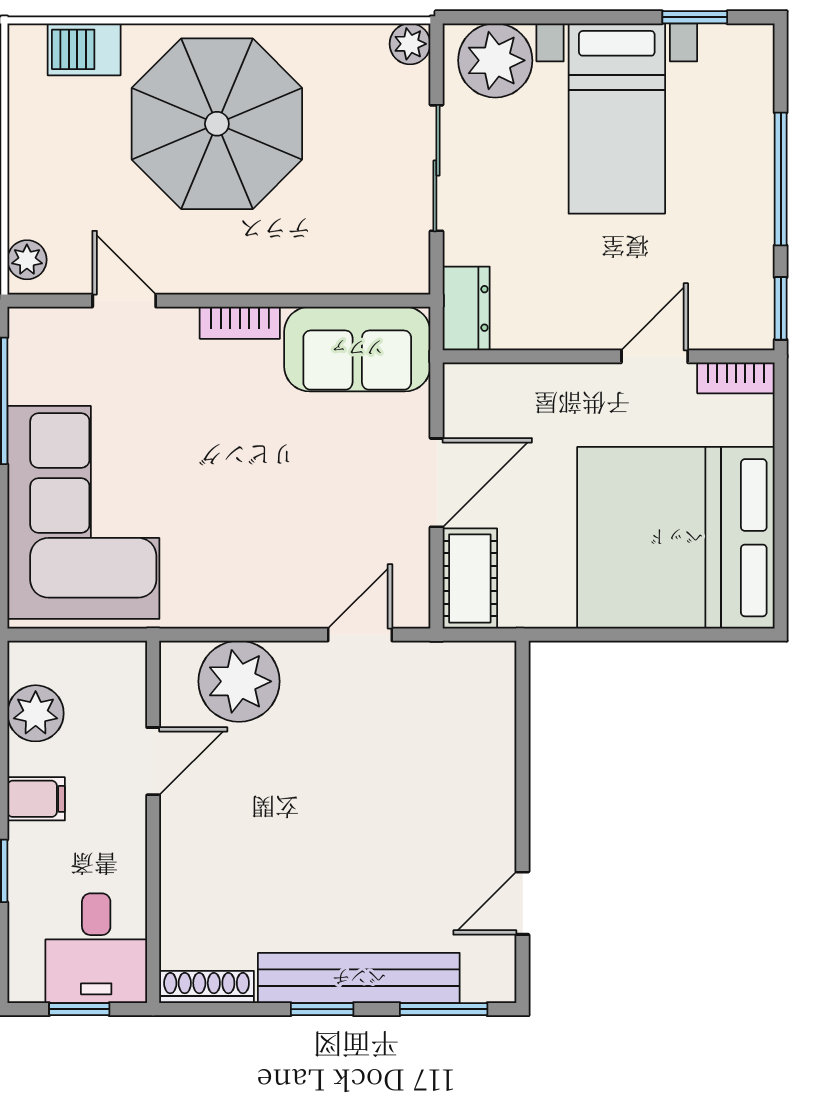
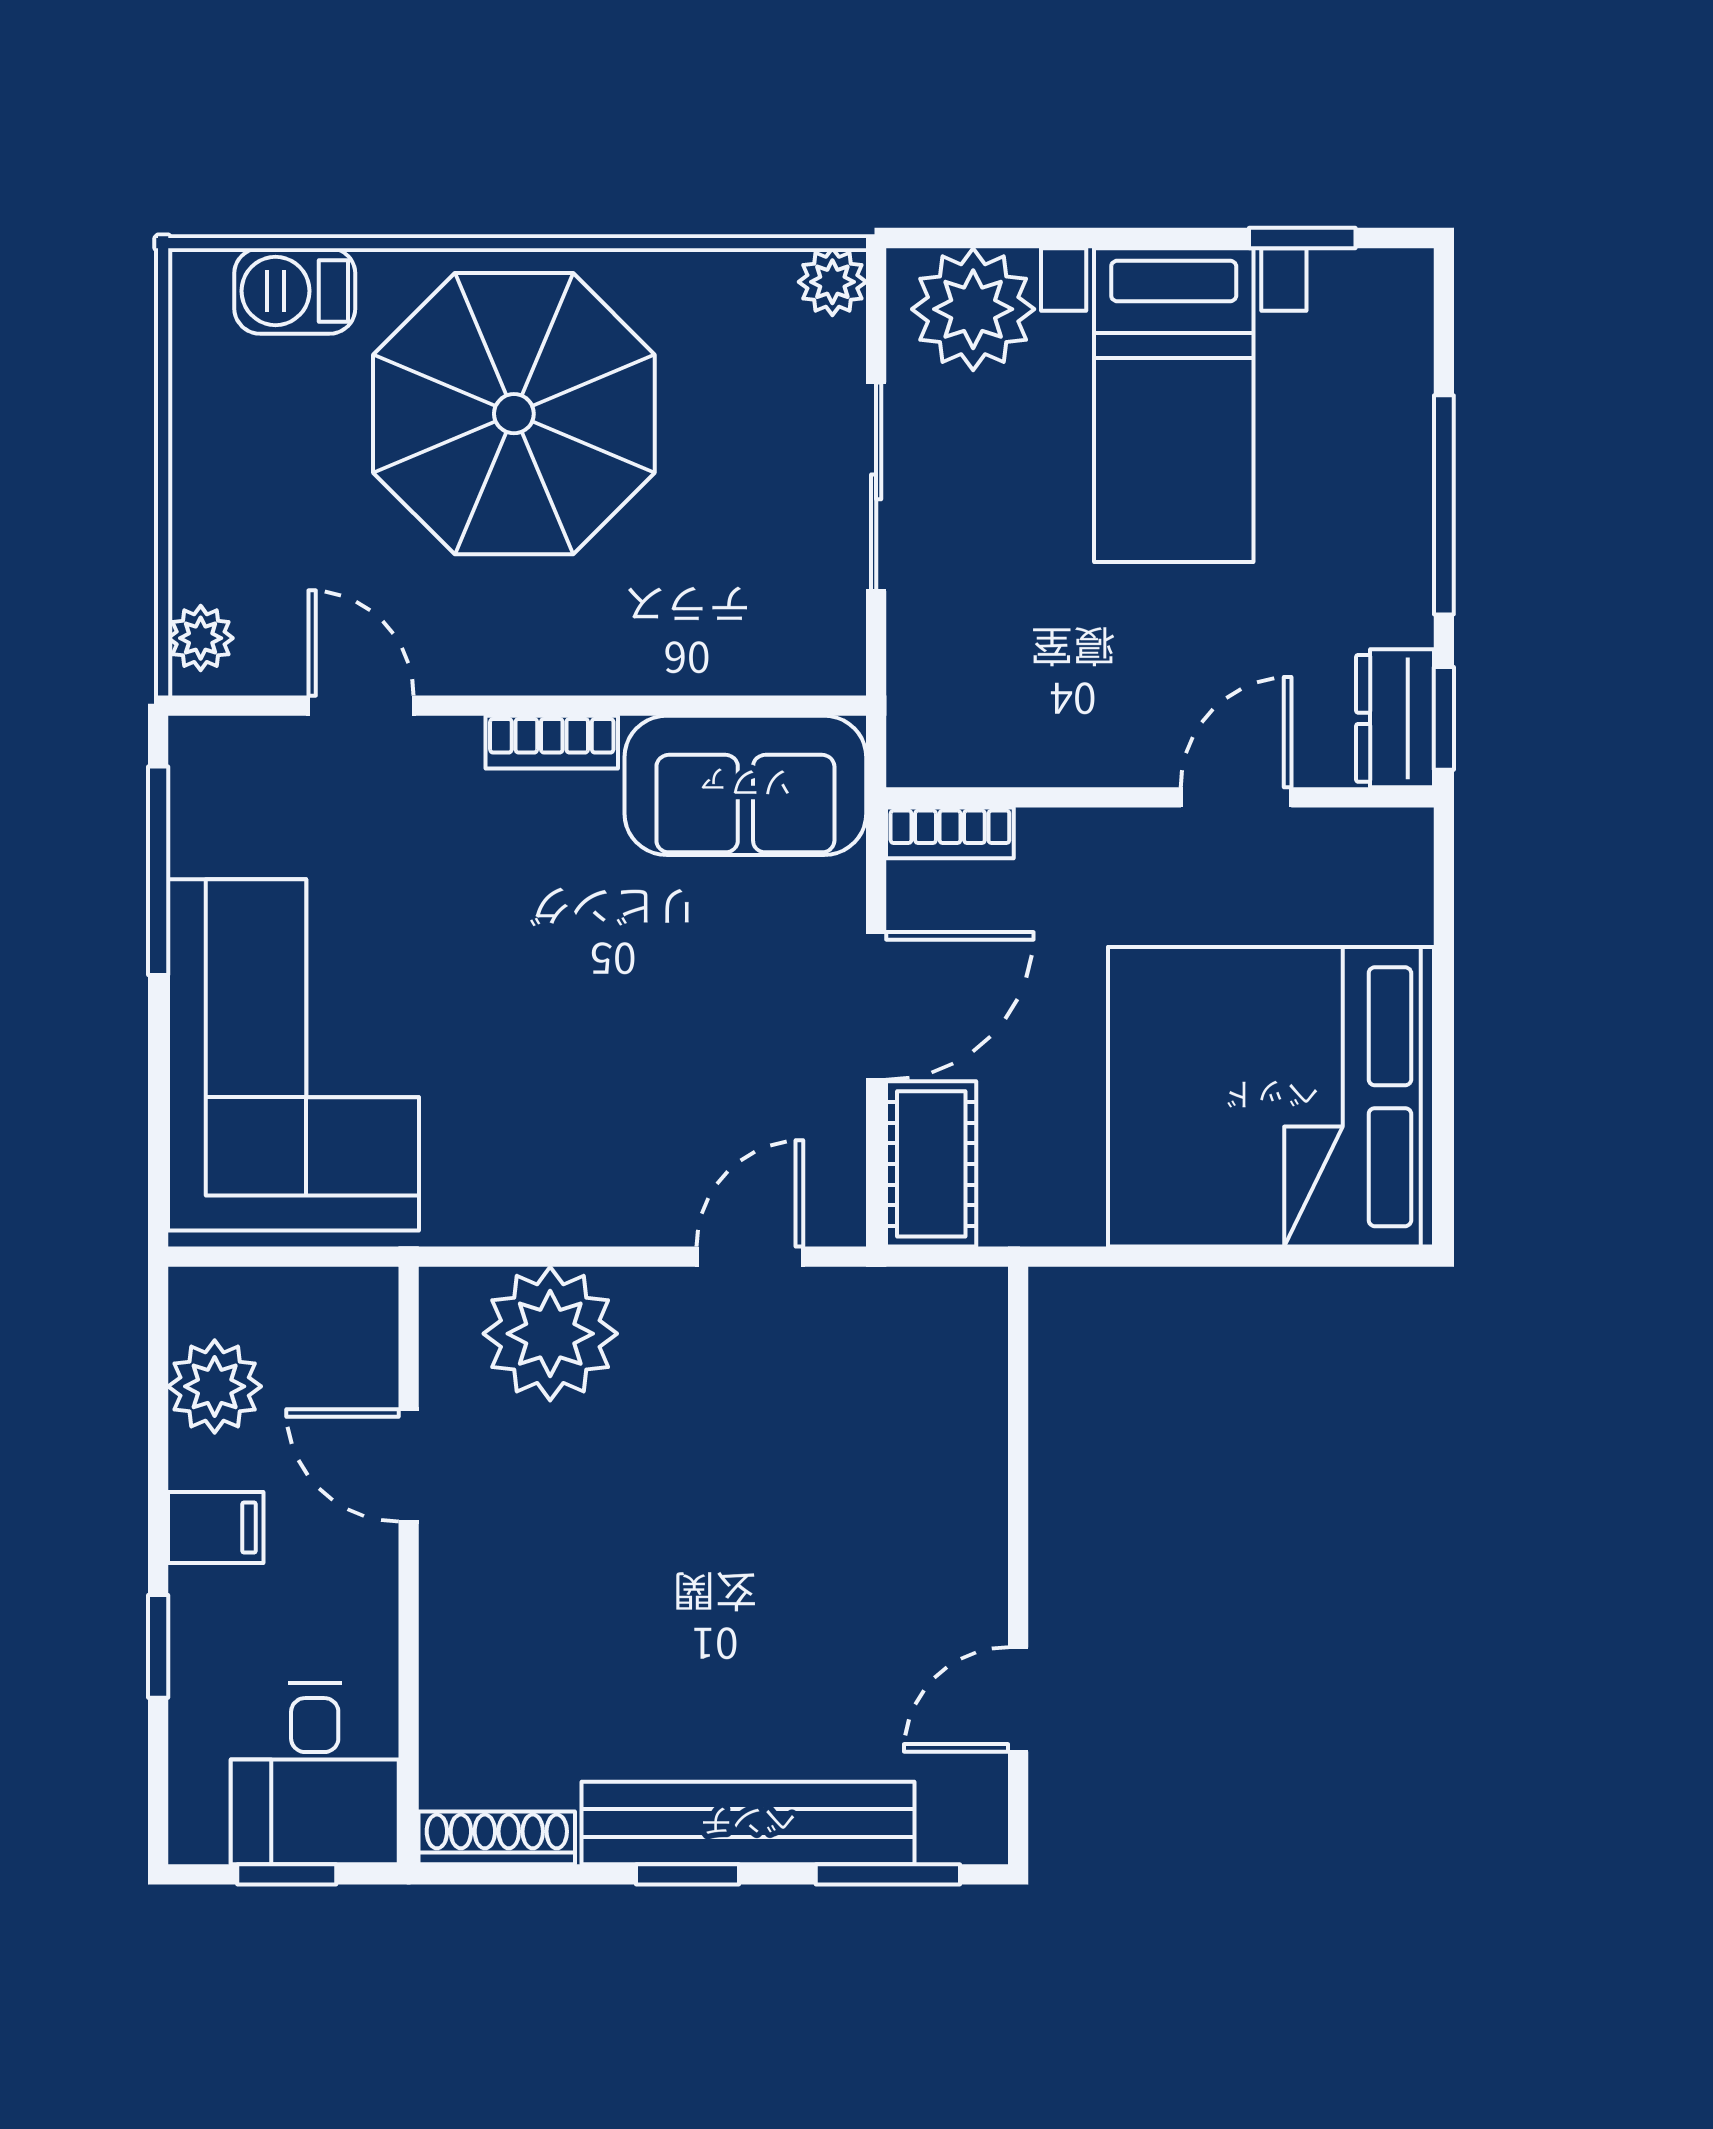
dresser: (466, 308) -> (1395, 718), moved, turned 180
bookcase: (736, 378) -> (950, 833), moved
door: (153, 761) -> (409, 1465), swing flipped

